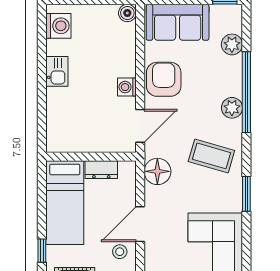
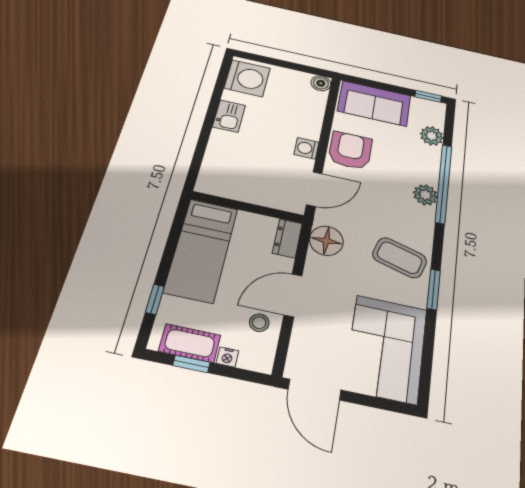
washing machine: (58, 26) -> (247, 78), width x1.37, depth x1.37
coffee table: (211, 156) -> (400, 258), moved
dresser: (101, 170) -> (287, 238), moved, turned 90

